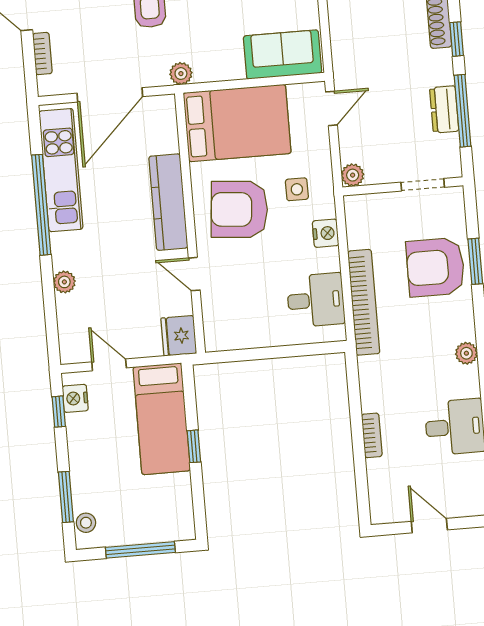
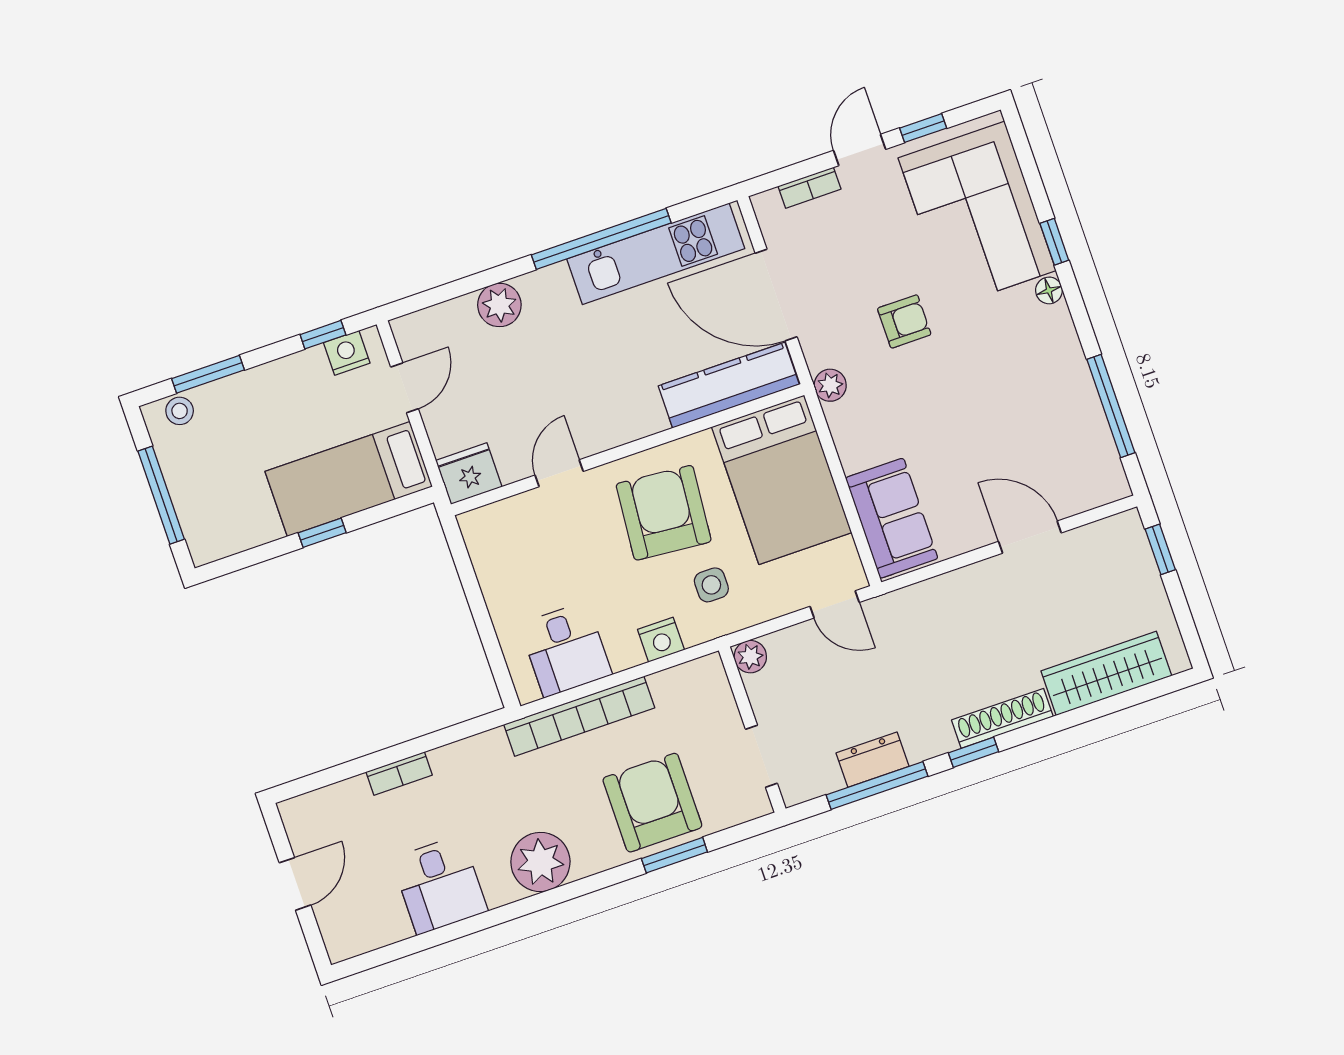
kitchen counter: (168, 202) -> (729, 385), moved
plant: (64, 282) -> (499, 305), width x1.38, depth x1.38
plant: (466, 353) -> (540, 862), width x1.88, depth x1.88

